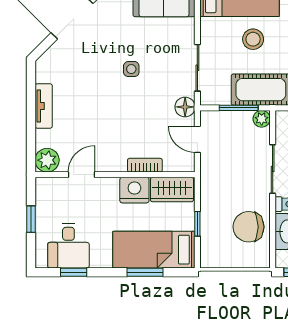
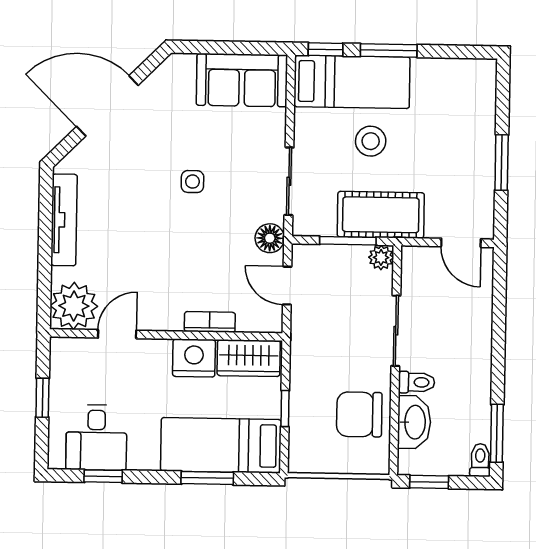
tv unit: (44, 106) -> (64, 220), width x1.41
plant: (47, 160) -> (74, 306), width x1.36, depth x1.36

